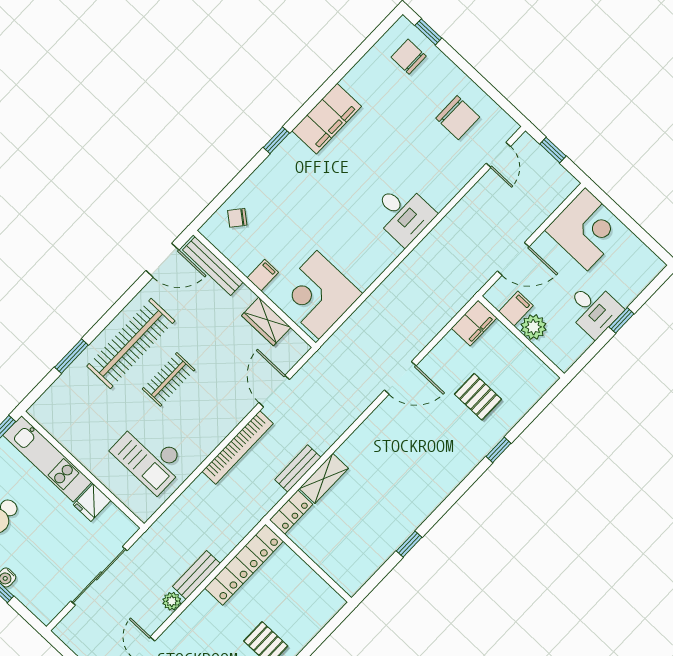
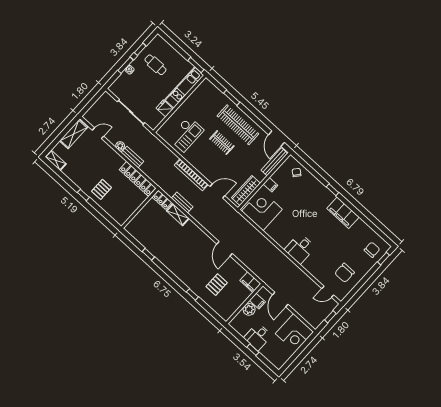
wardrobe: (266, 321) -> (246, 190), width x1.50
checkout: (149, 457) -> (186, 134), turned 180

